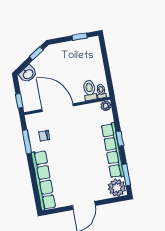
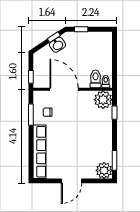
window: (80, 37) -> (81, 29), moved
washbasin: (28, 74) -> (57, 45), moved
plant: (106, 106) -> (103, 100), width x1.87, depth x1.87
window: (120, 139) -> (115, 113), moved
row of seats: (113, 150) -> (106, 136), removed

